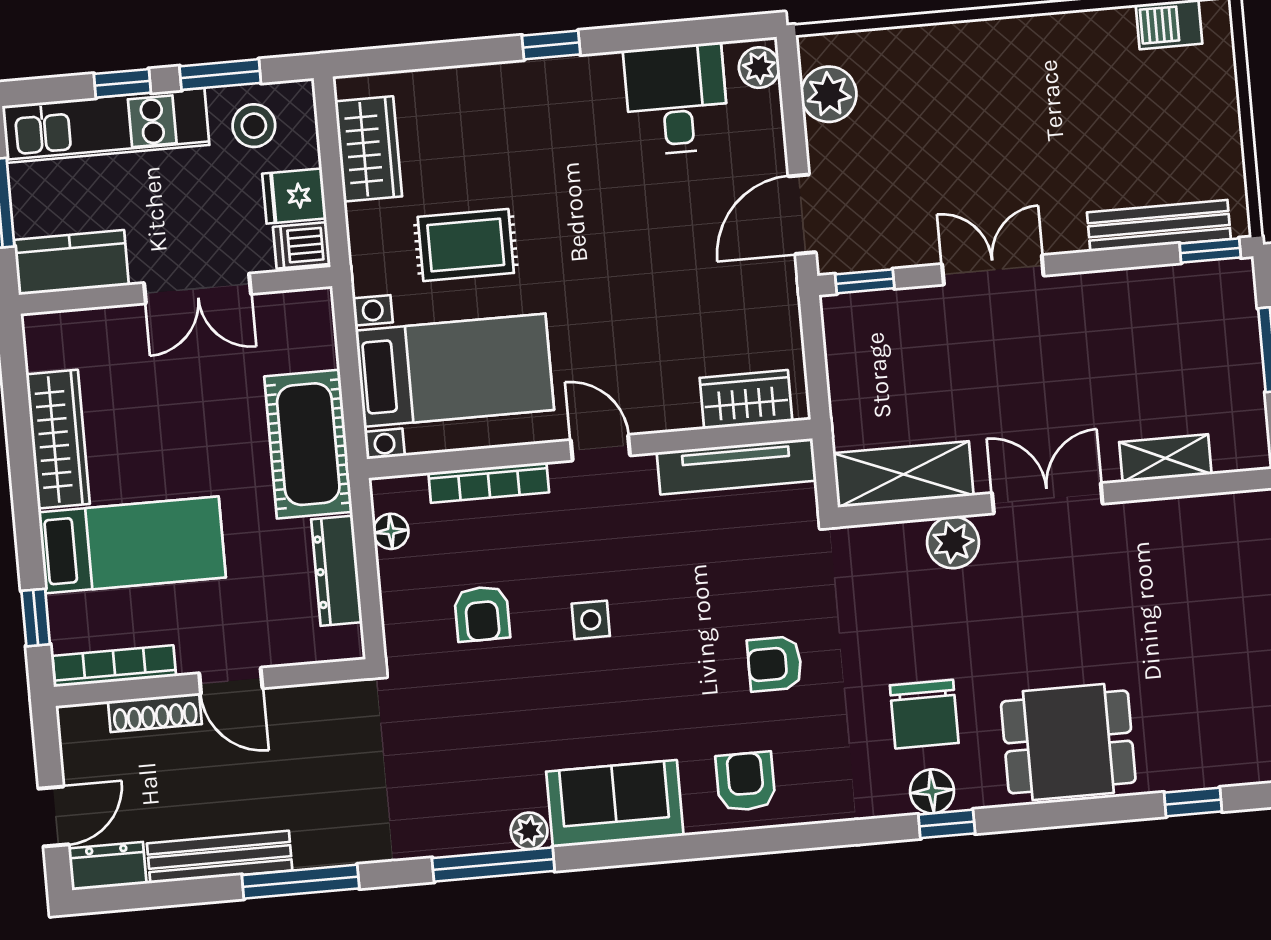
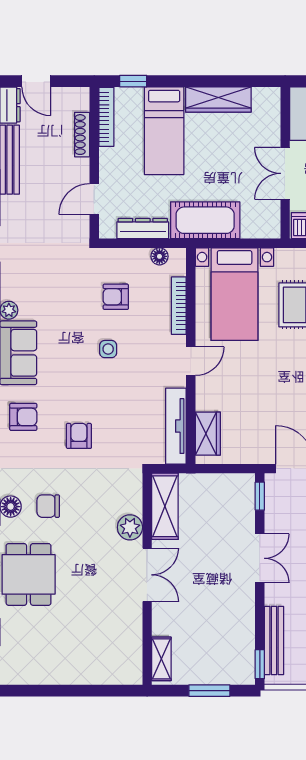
shelving: (1165, 458) -> (161, 659), moved
door: (231, 681) -> (94, 199), moved
chair: (924, 714) -> (48, 506), width x0.73, depth x0.73

